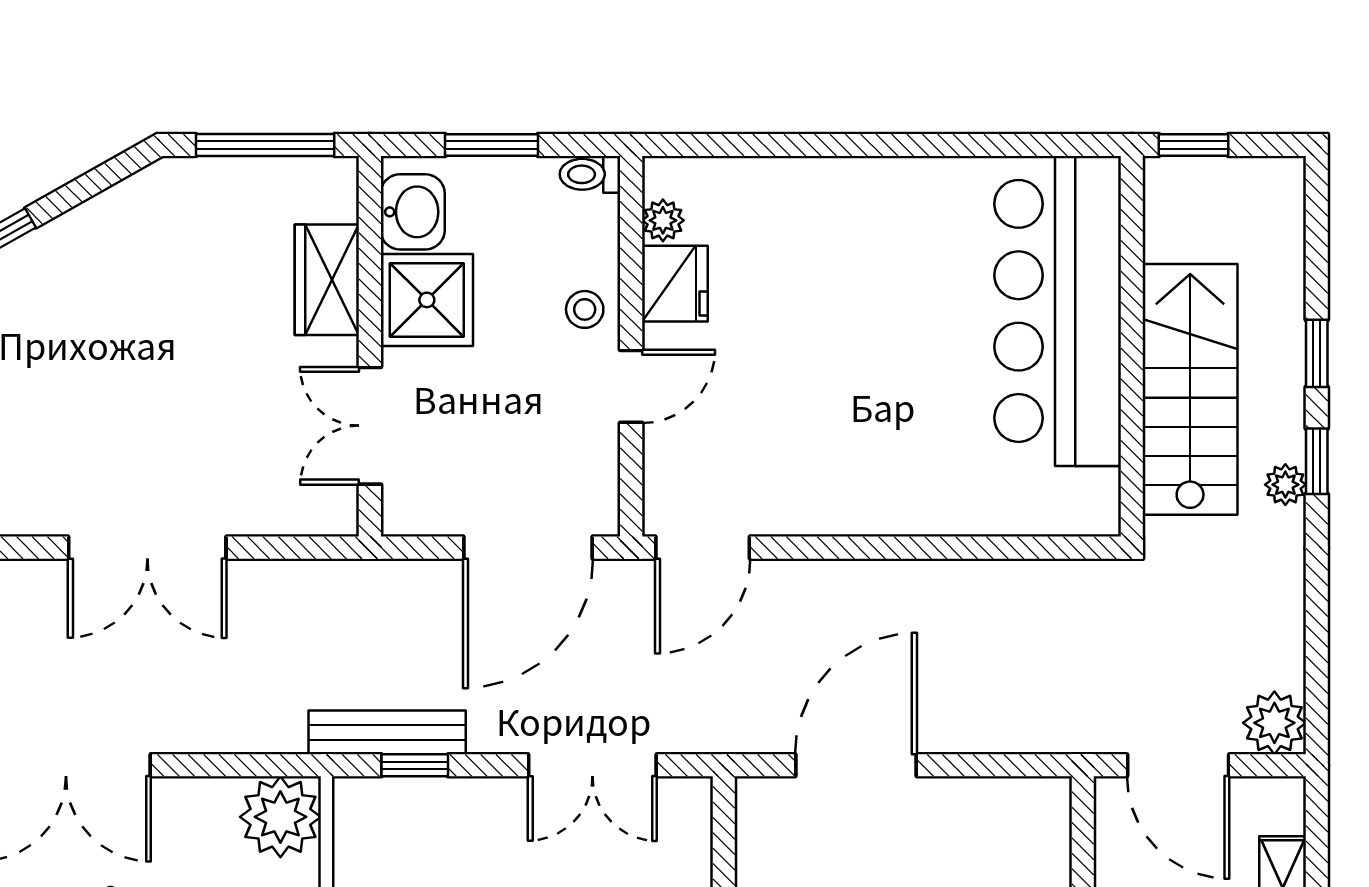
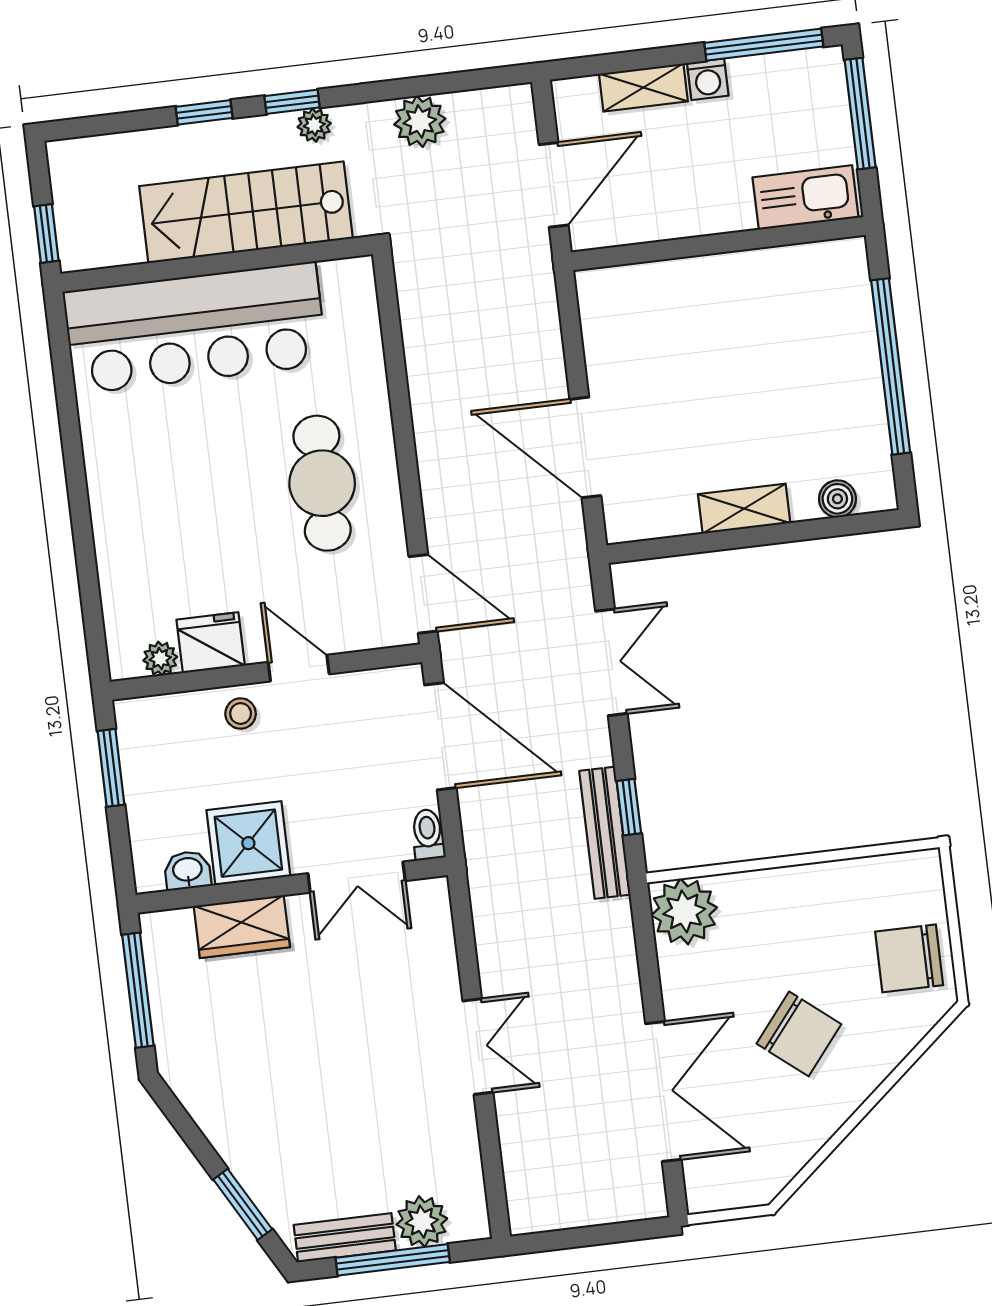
window: (492, 145) -> (111, 768), moved
toilet: (590, 174) -> (428, 835), moved, turned 180
washbasin: (413, 212) -> (187, 870), width x0.72, depth x0.69
cafe table: (851, 442) -> (322, 483), added
double door: (147, 548) -> (478, 1047), width x0.73
plant: (1274, 723) -> (420, 121), moved

